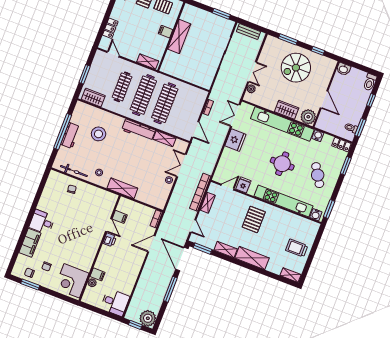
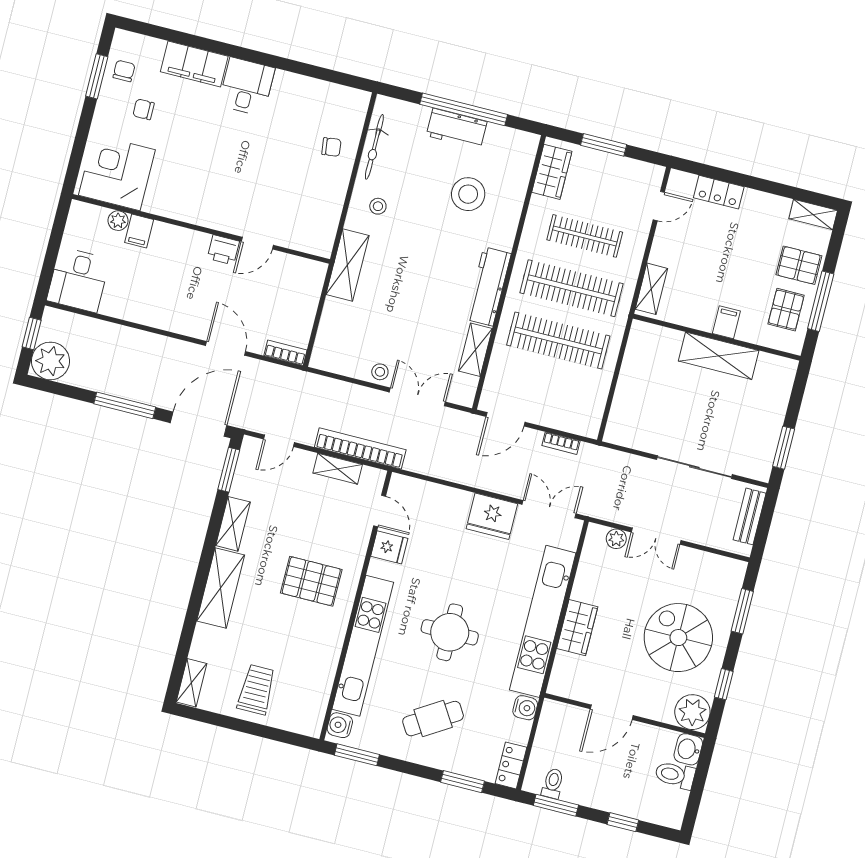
toilet: (370, 82) -> (675, 775), moved
plant: (308, 117) -> (692, 712), moved
filing cabinet: (120, 217) -> (280, 267), removed

